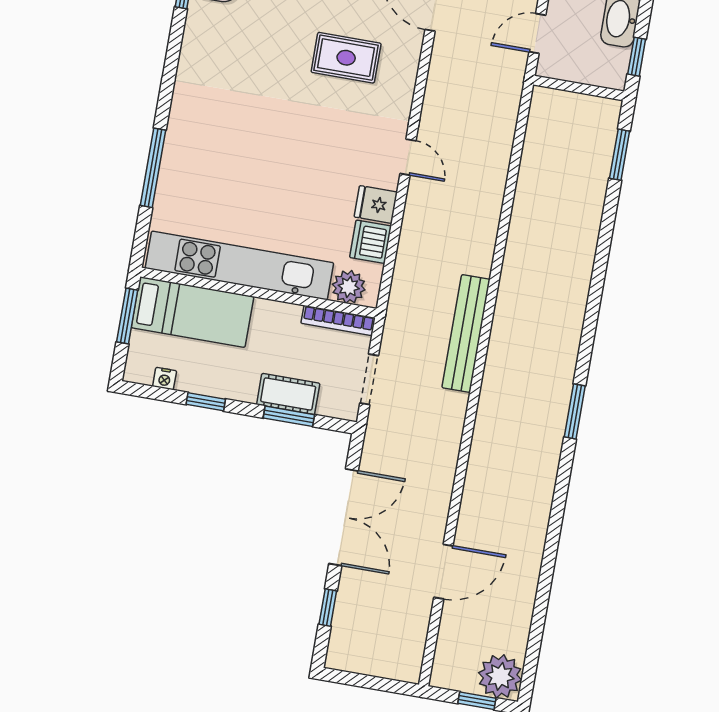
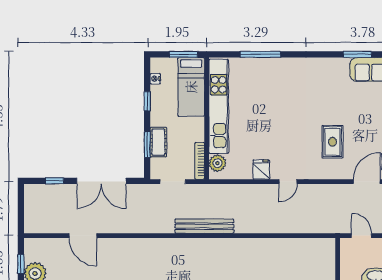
dishwasher: (370, 242) -> (242, 170), removed

